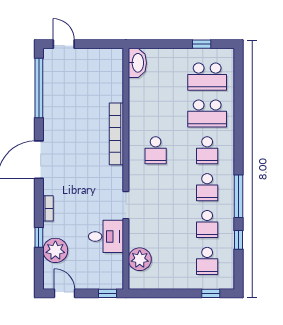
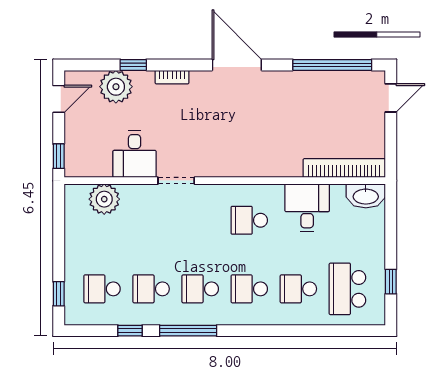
desk: (146, 107) -> (307, 208), added
school desk: (207, 113) -> (298, 289), width x0.54
bookcase: (116, 134) -> (344, 168), moved

